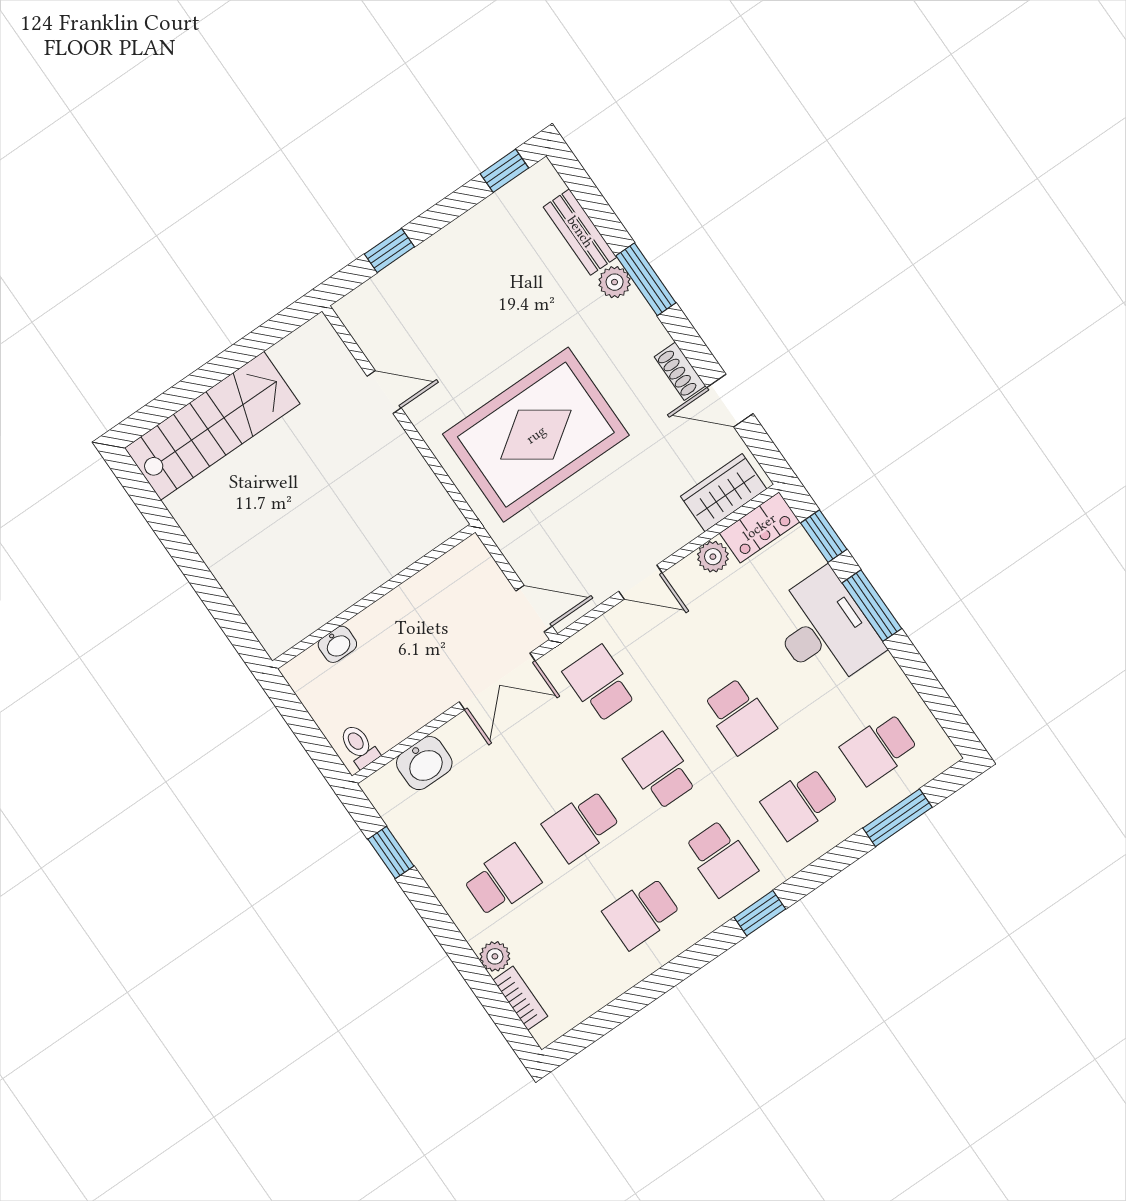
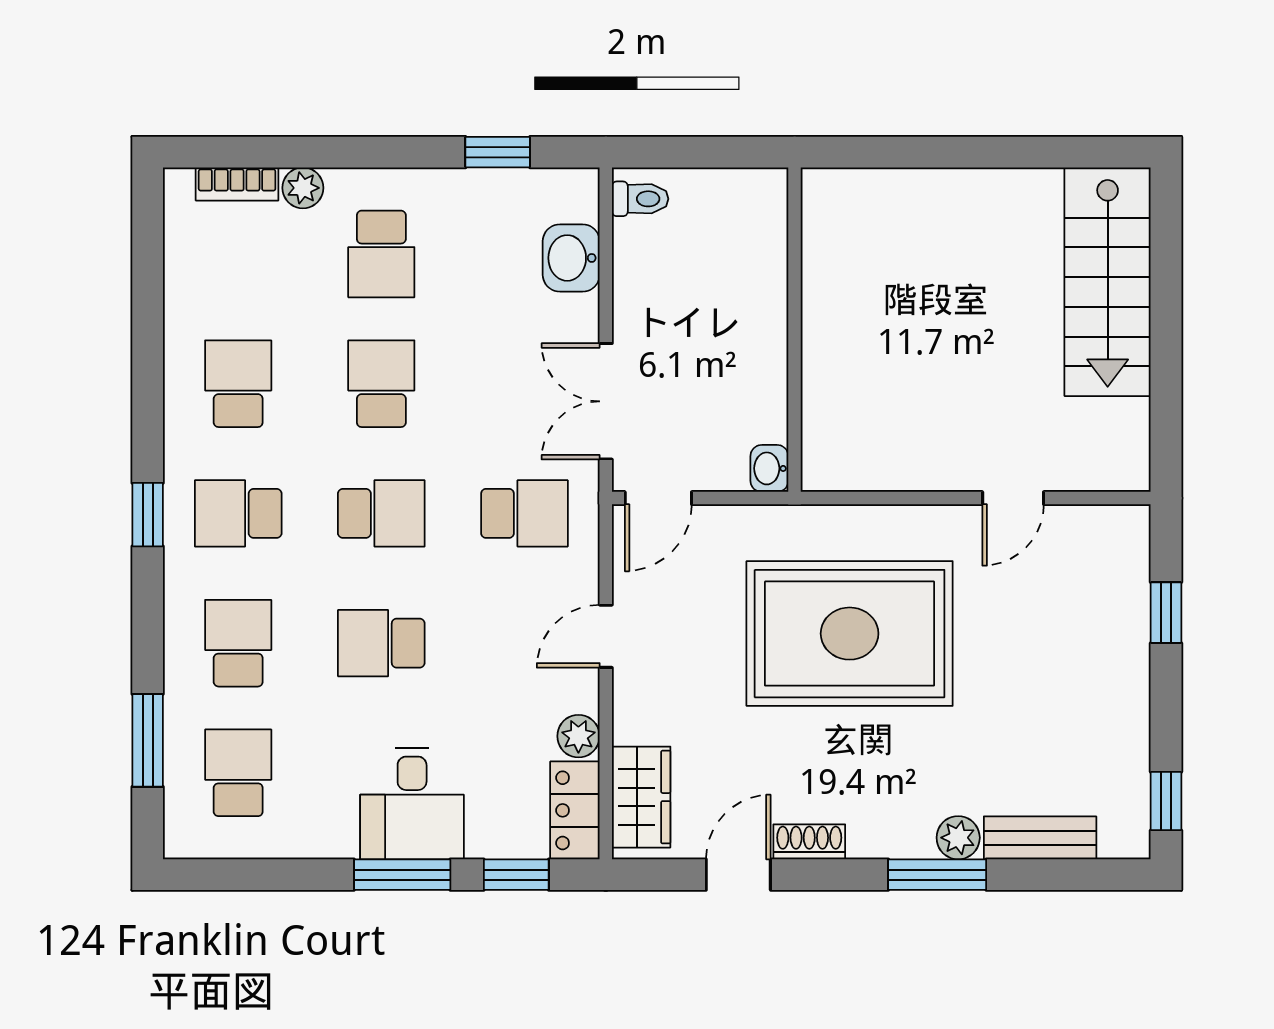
rug: (536, 435) -> (850, 634), turned 90
desk: (824, 630) -> (412, 803), width x0.73
washbasin: (337, 644) -> (769, 468), moved

